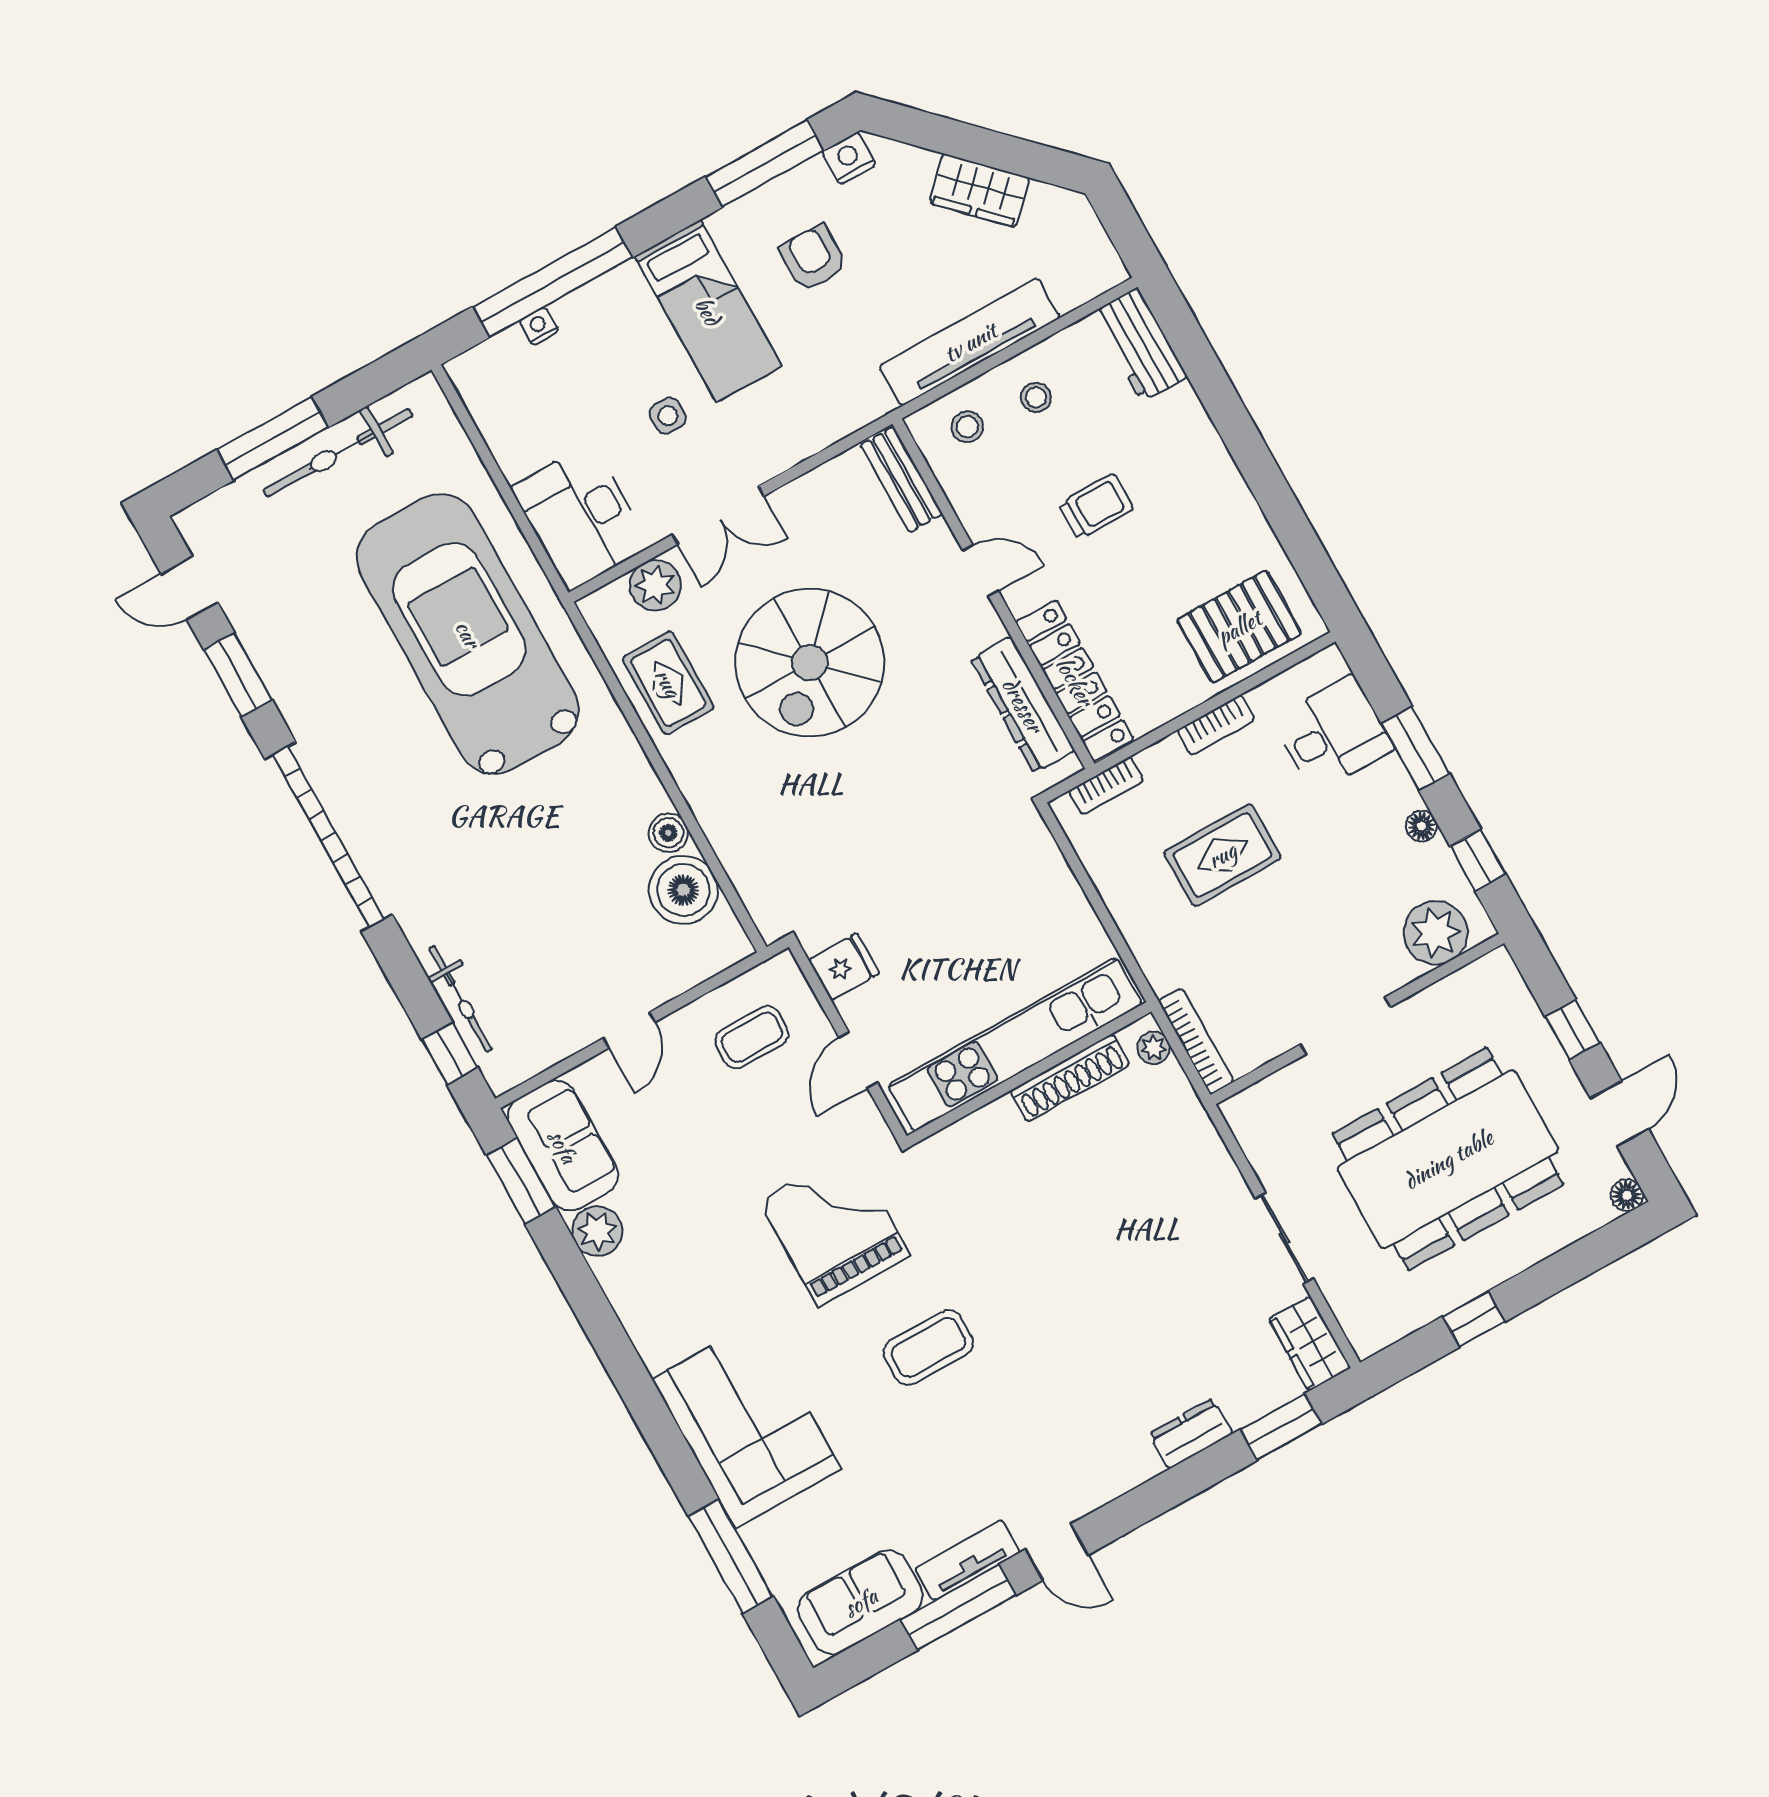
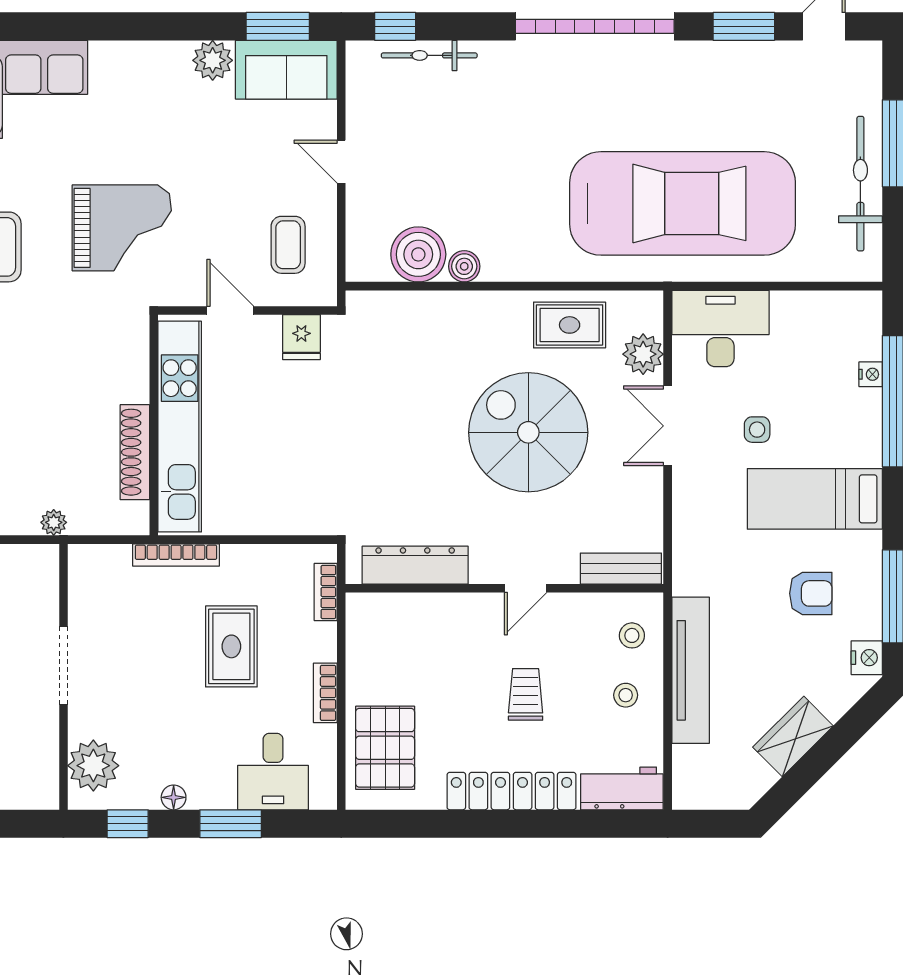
trolley: (1096, 506) -> (526, 694), turned 180
locker: (1075, 681) -> (511, 791), moved, turned 180
bookcase: (1196, 1041) -> (176, 555), moved
plant: (1153, 1048) -> (54, 522), moved

